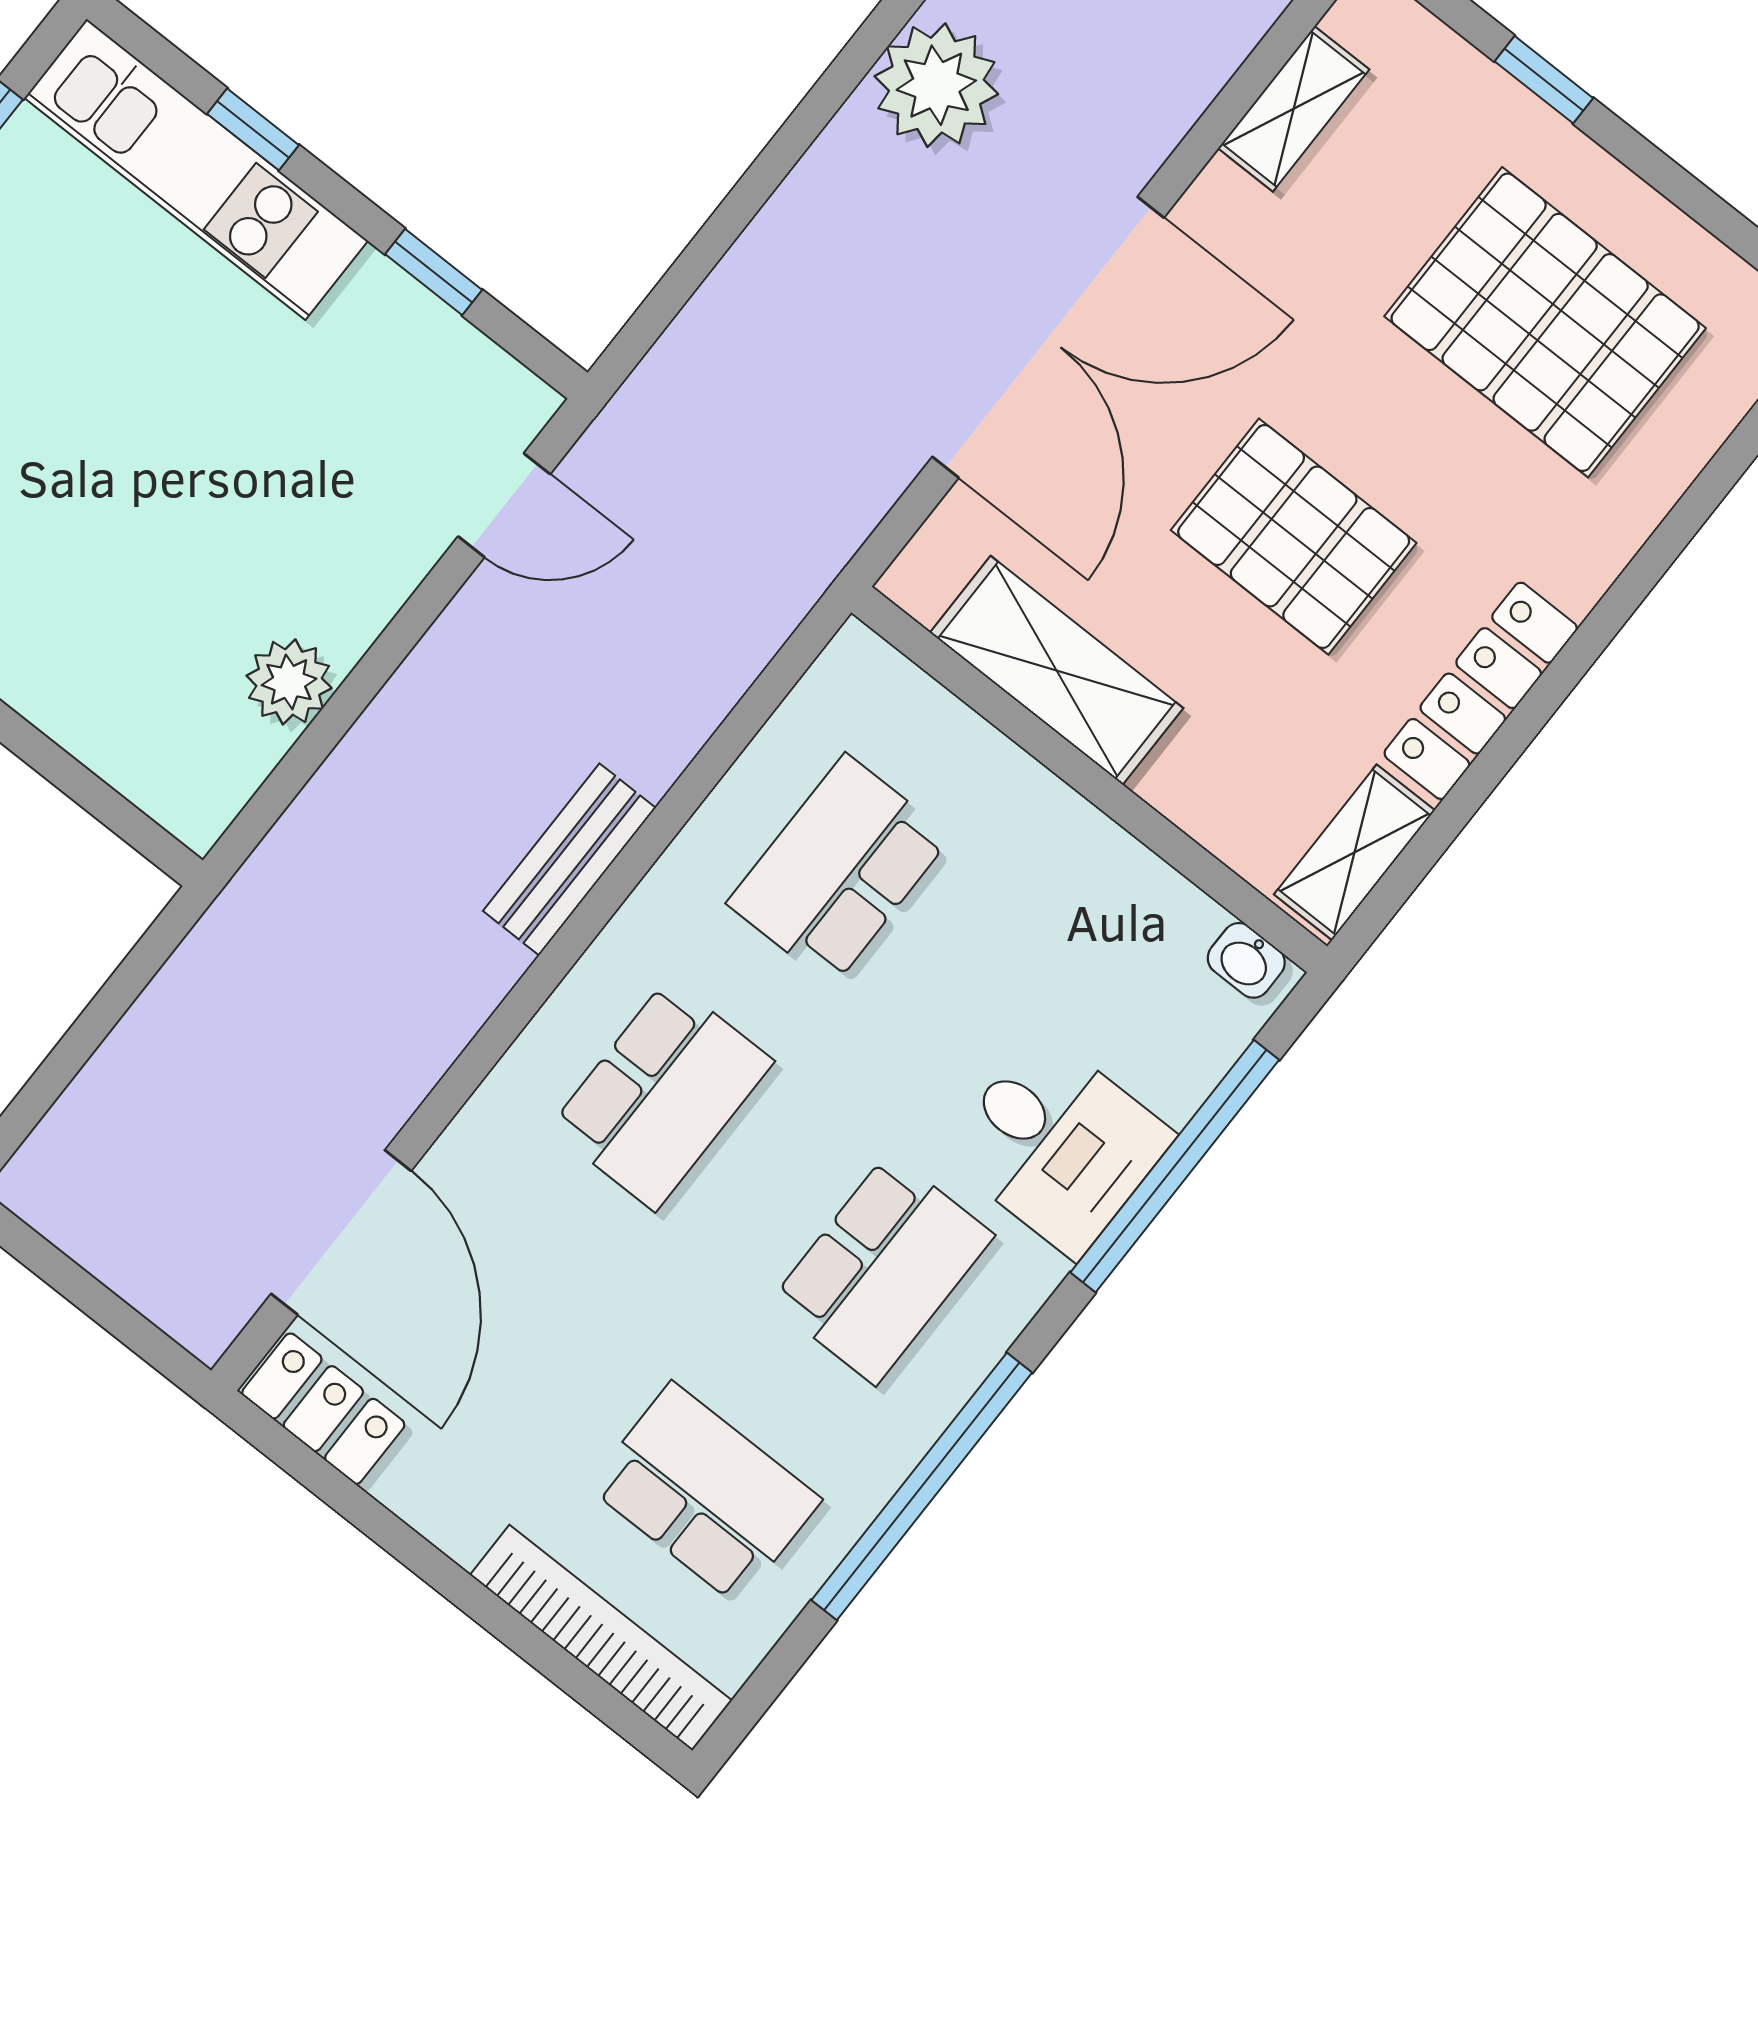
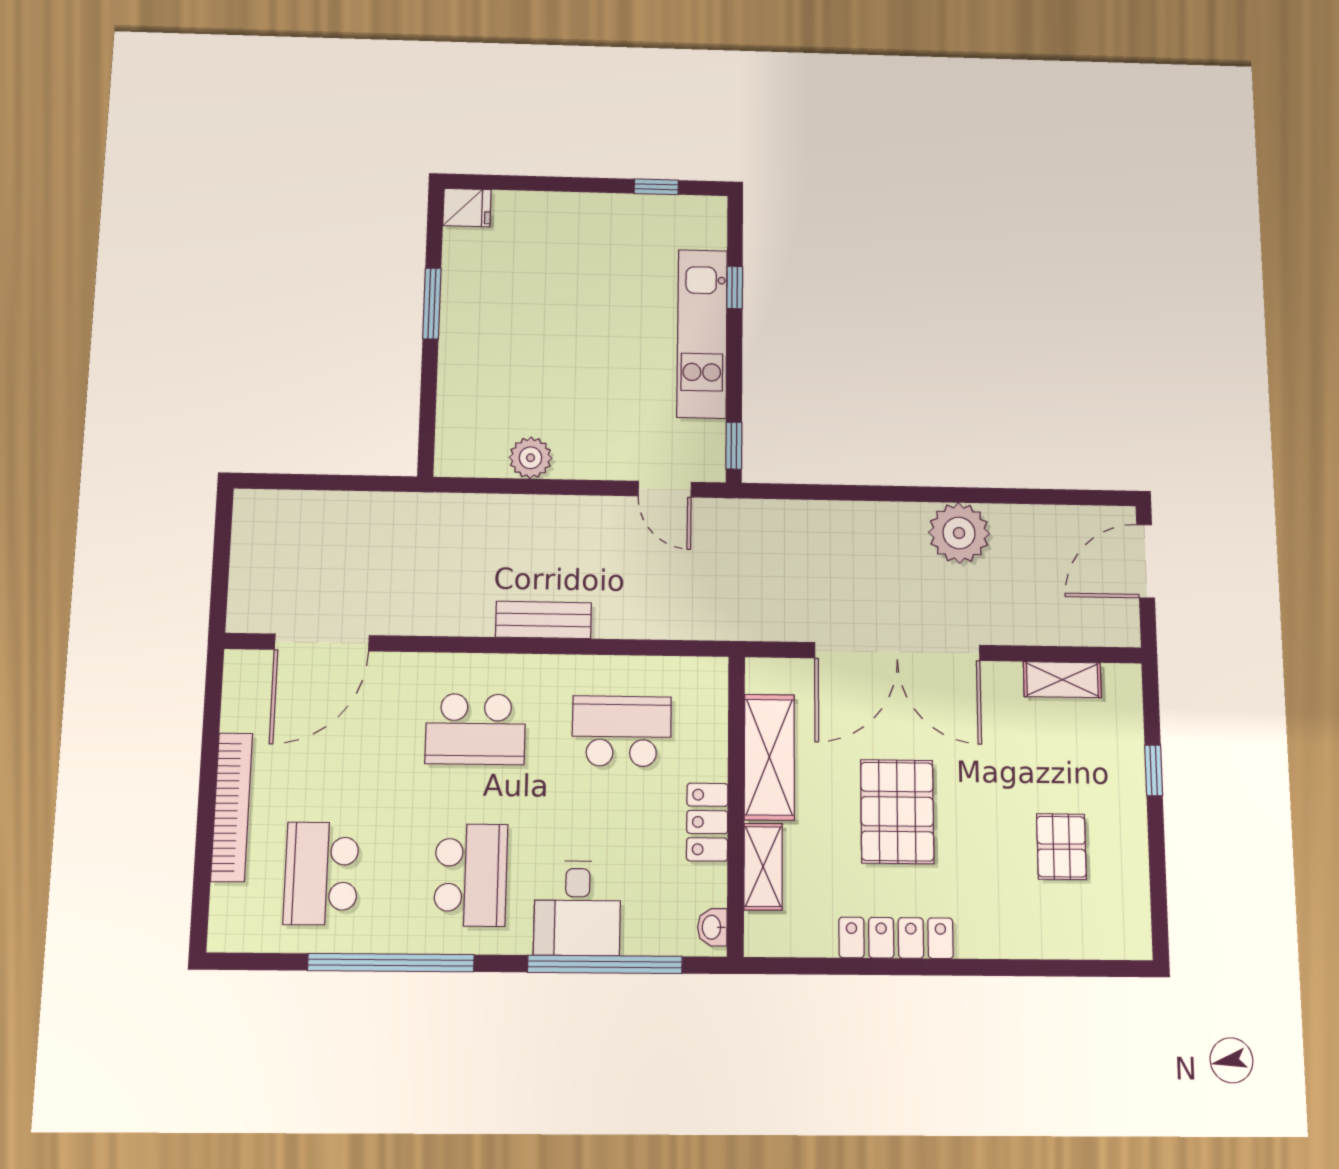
kitchen unit: (196, 169) -> (702, 333), moved
window: (434, 272) -> (734, 446), moved
pallet: (1545, 322) -> (1061, 847), width x0.49, depth x0.50
shelving: (1354, 852) -> (763, 867), moved, turned 90
school desk: (882, 1269) -> (471, 875), turned -90
locker: (323, 1409) -> (707, 822), moved, turned 180
school desk: (705, 1493) -> (321, 873), turned 180
bookcase: (601, 1638) -> (232, 807), moved

